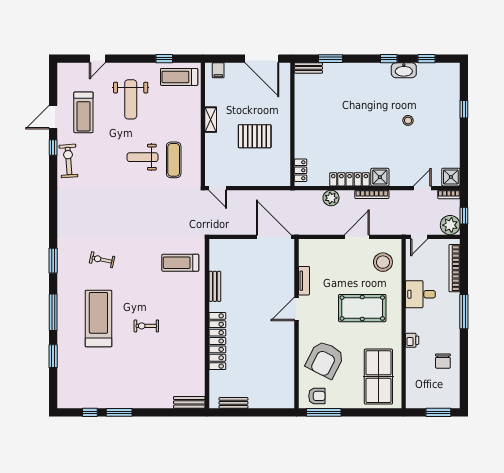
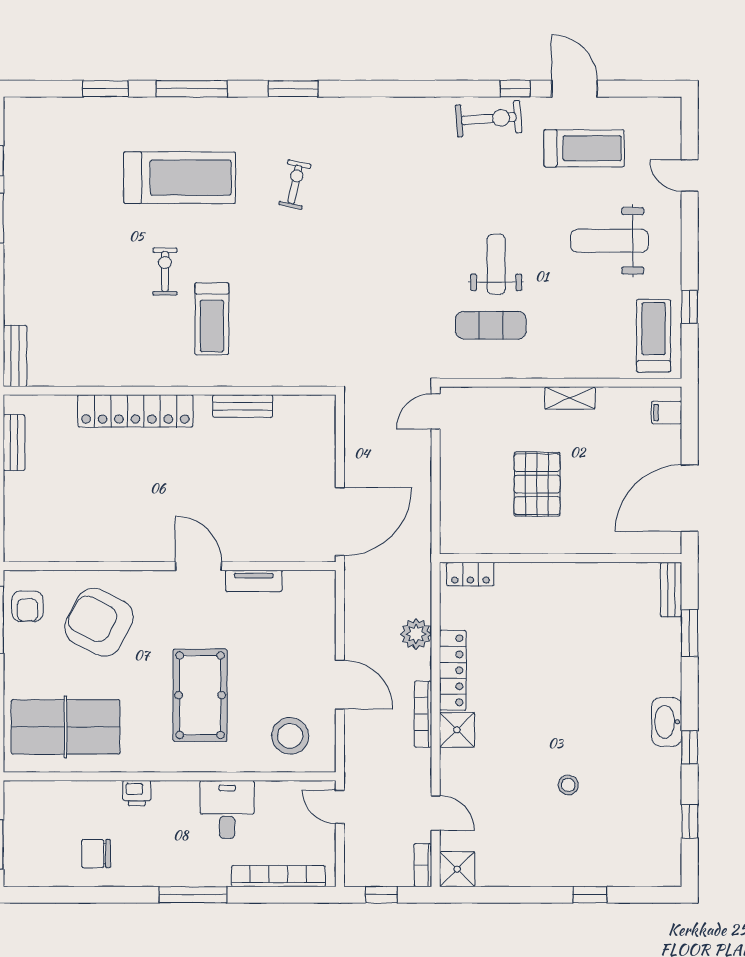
washbasin: (404, 70) -> (667, 722), moved
treadmill: (83, 112) -> (584, 148), turned 180
plant: (450, 225) -> (363, 868), removed
treadmill: (180, 263) -> (212, 319), moved, turned 180

